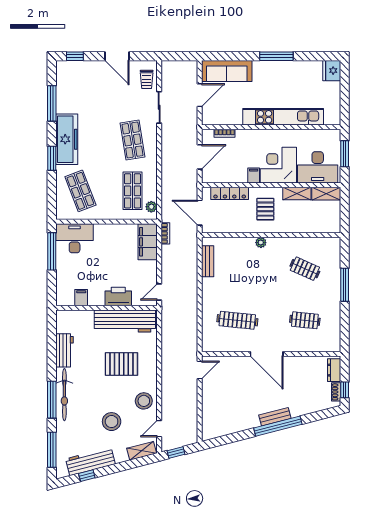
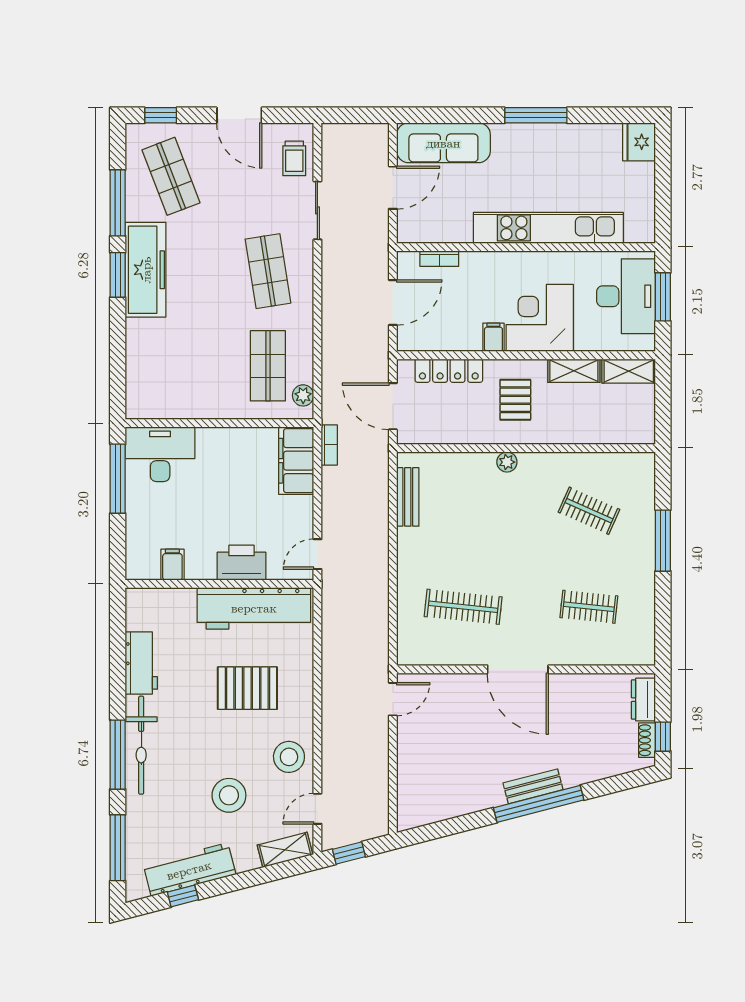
window: (52, 158) -> (118, 275), moved
desk: (318, 167) -> (626, 296), moved, turned -90
shop shelf: (80, 191) -> (171, 176), moved

